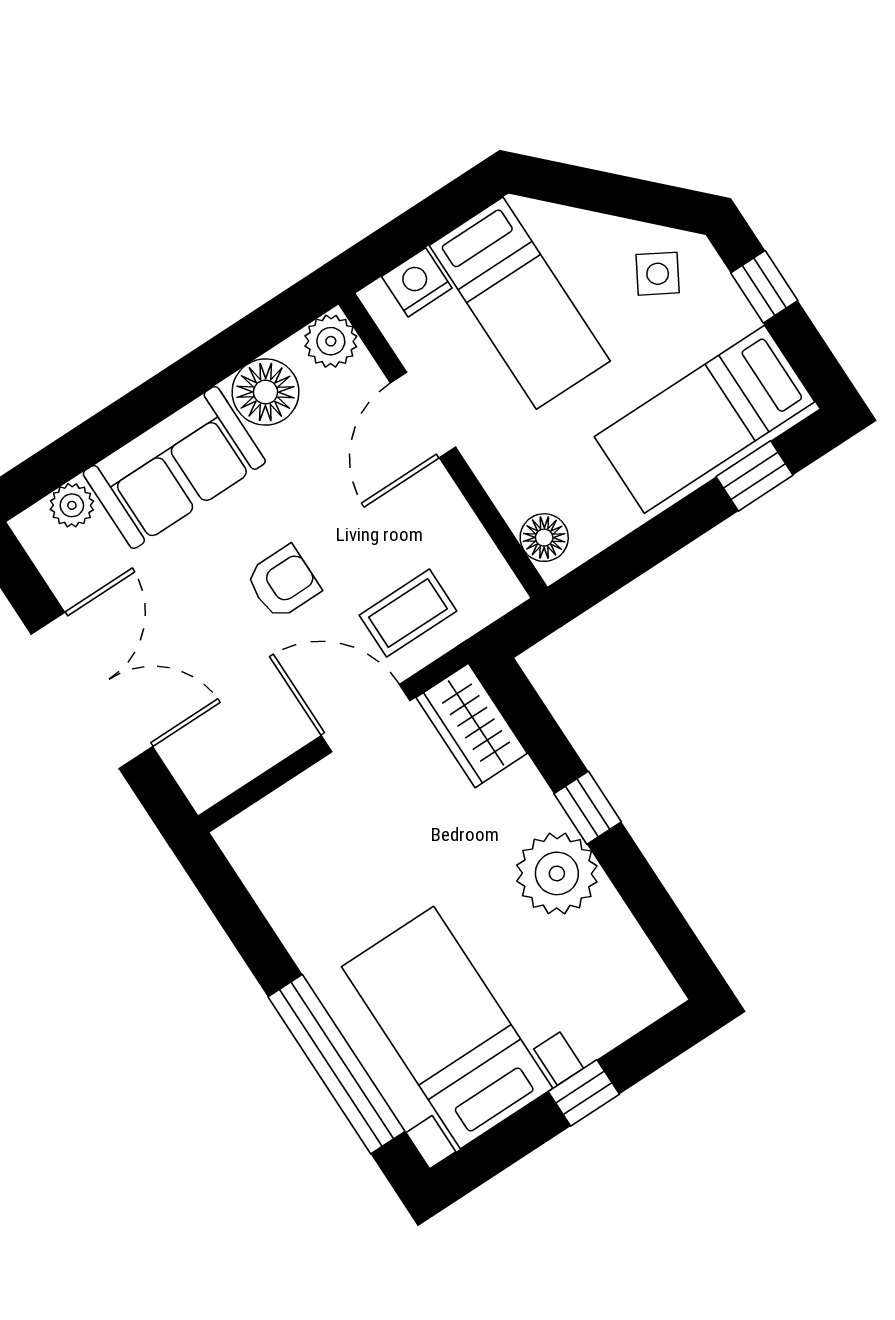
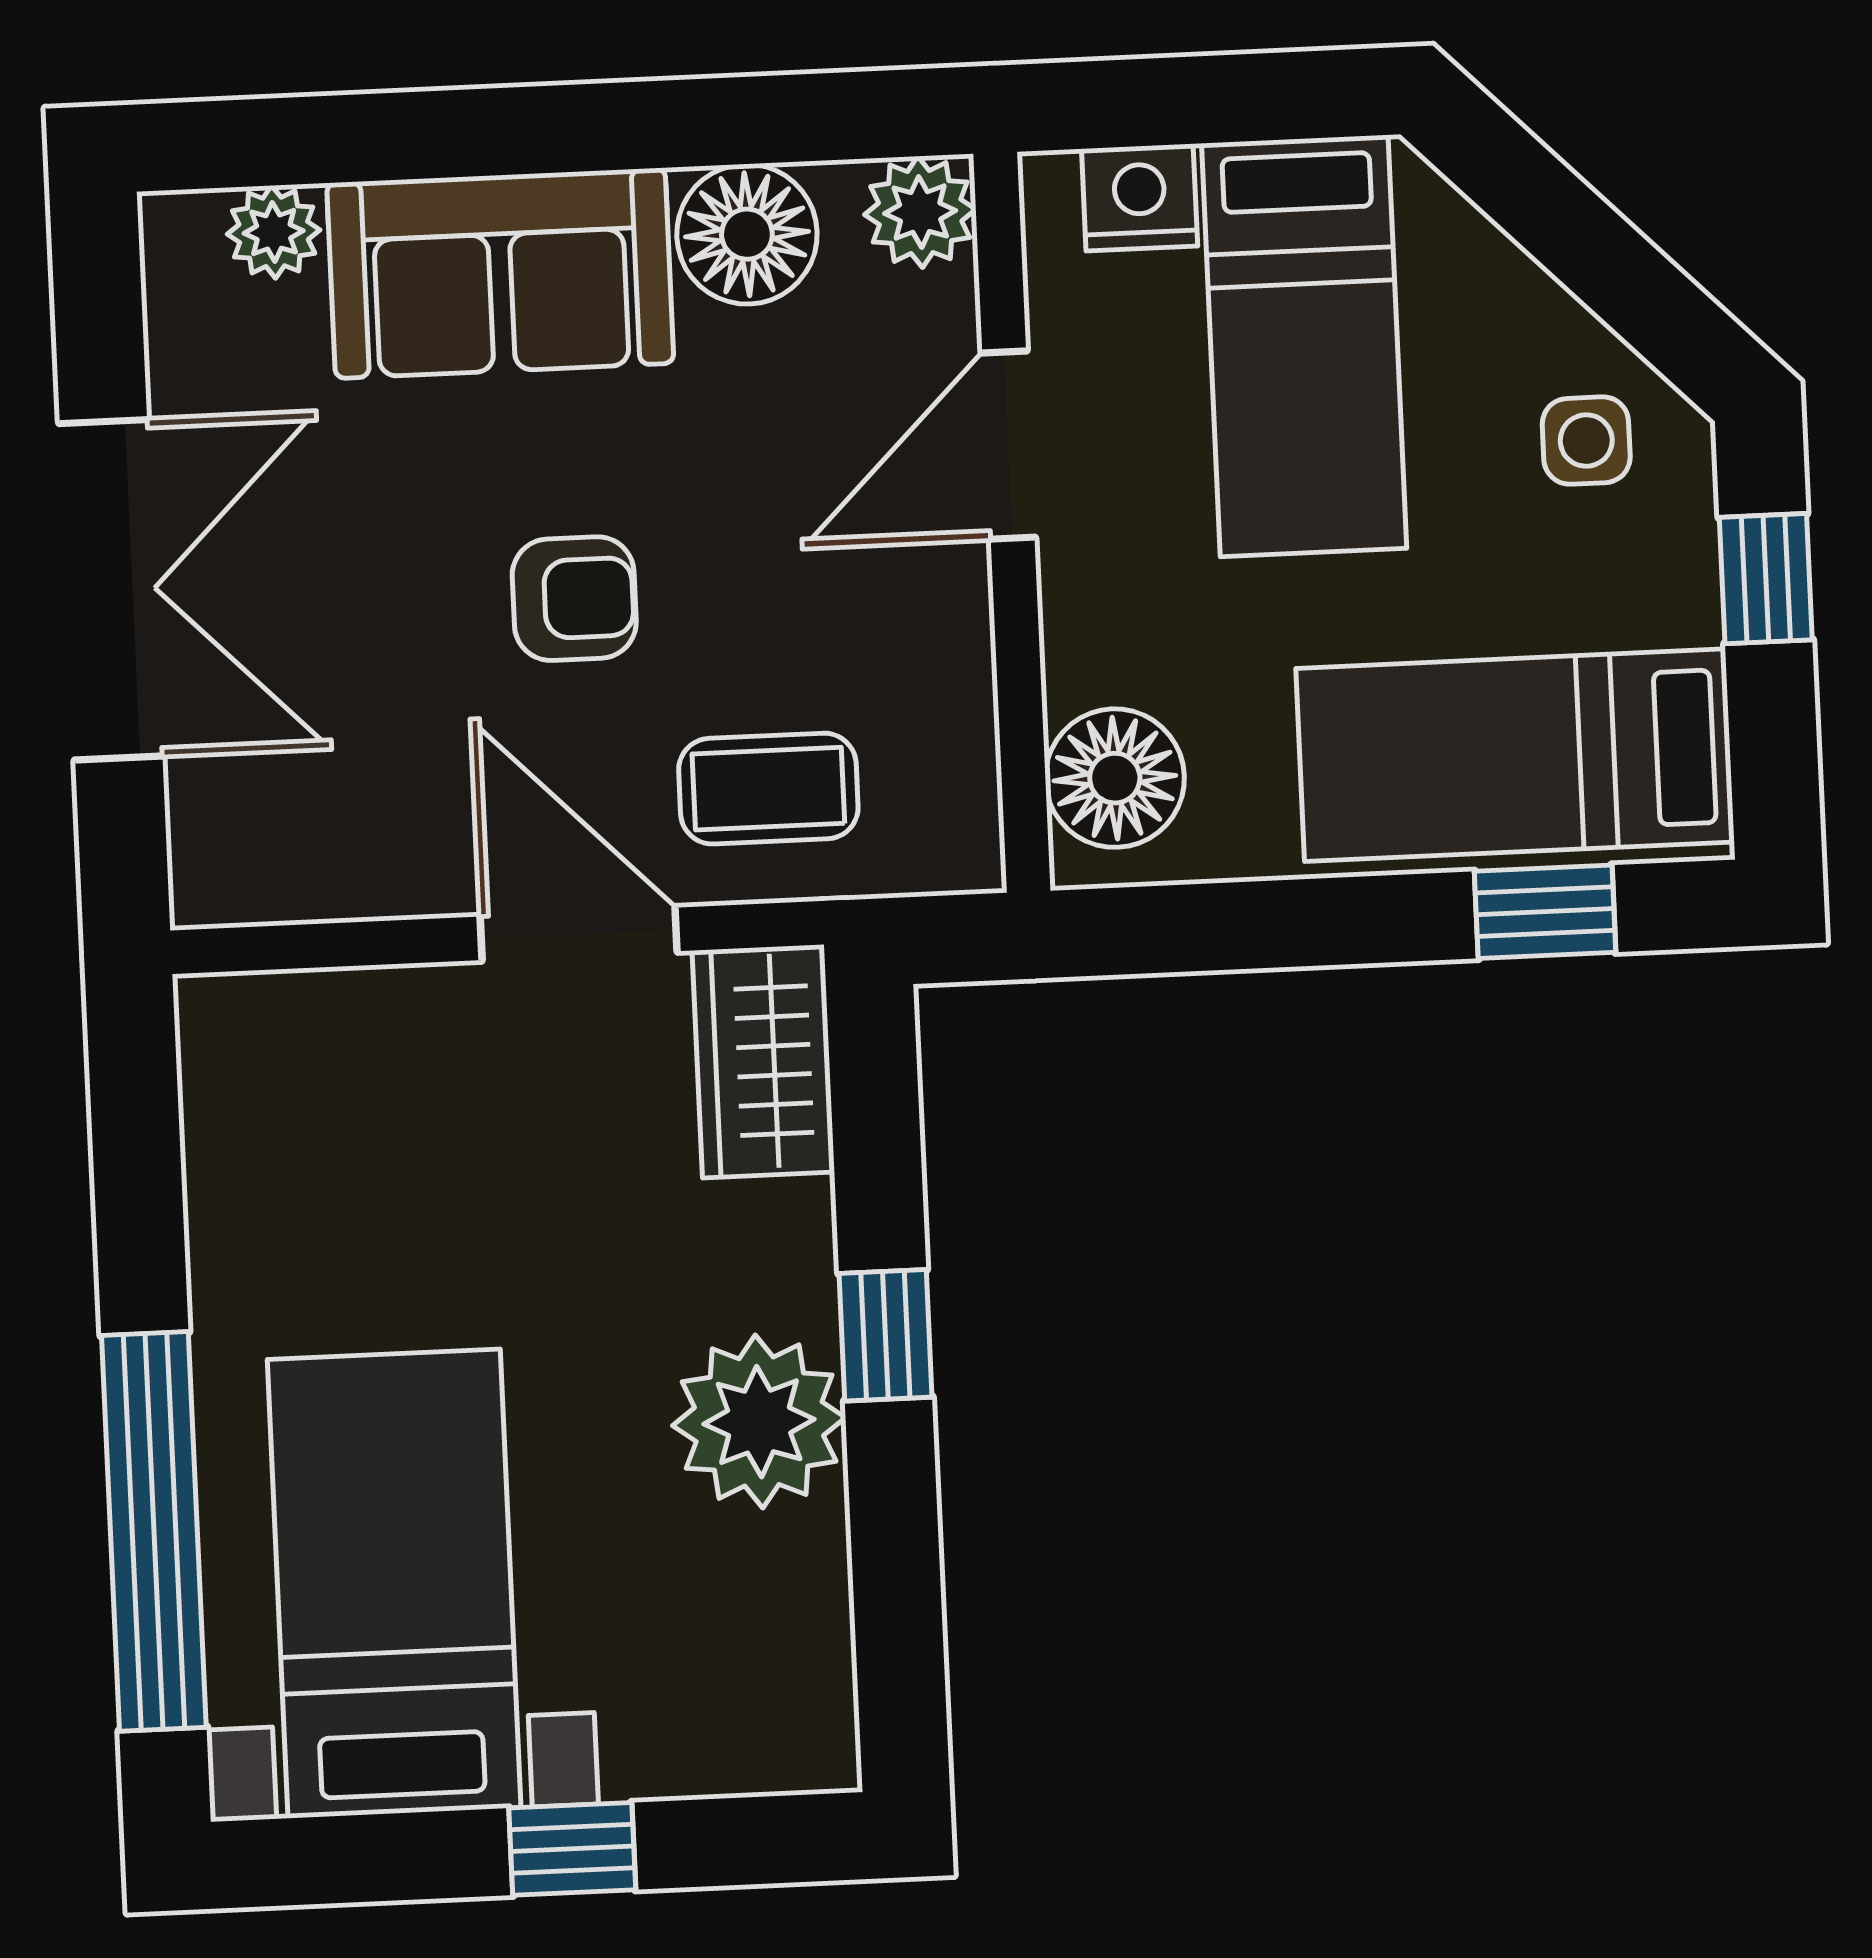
side table: (658, 274) -> (1586, 441), turned -30
floor lamp: (544, 538) -> (1115, 778), width x1.38, depth x1.38

